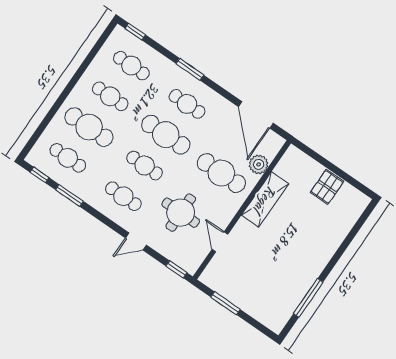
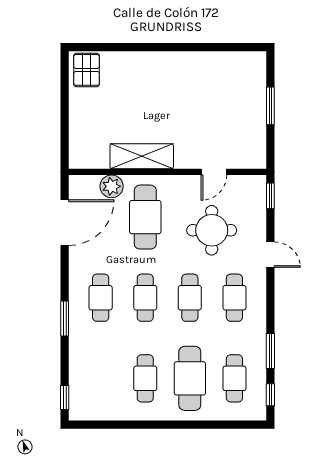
cafe table: (131, 66) -> (101, 378), removed
cafe table: (166, 135) -> (145, 298), width x0.73, depth x0.74
pallet: (327, 187) -> (87, 70), moved, turned 90
window: (308, 298) -> (209, 47), removed
window: (226, 303) -> (270, 106), moved

